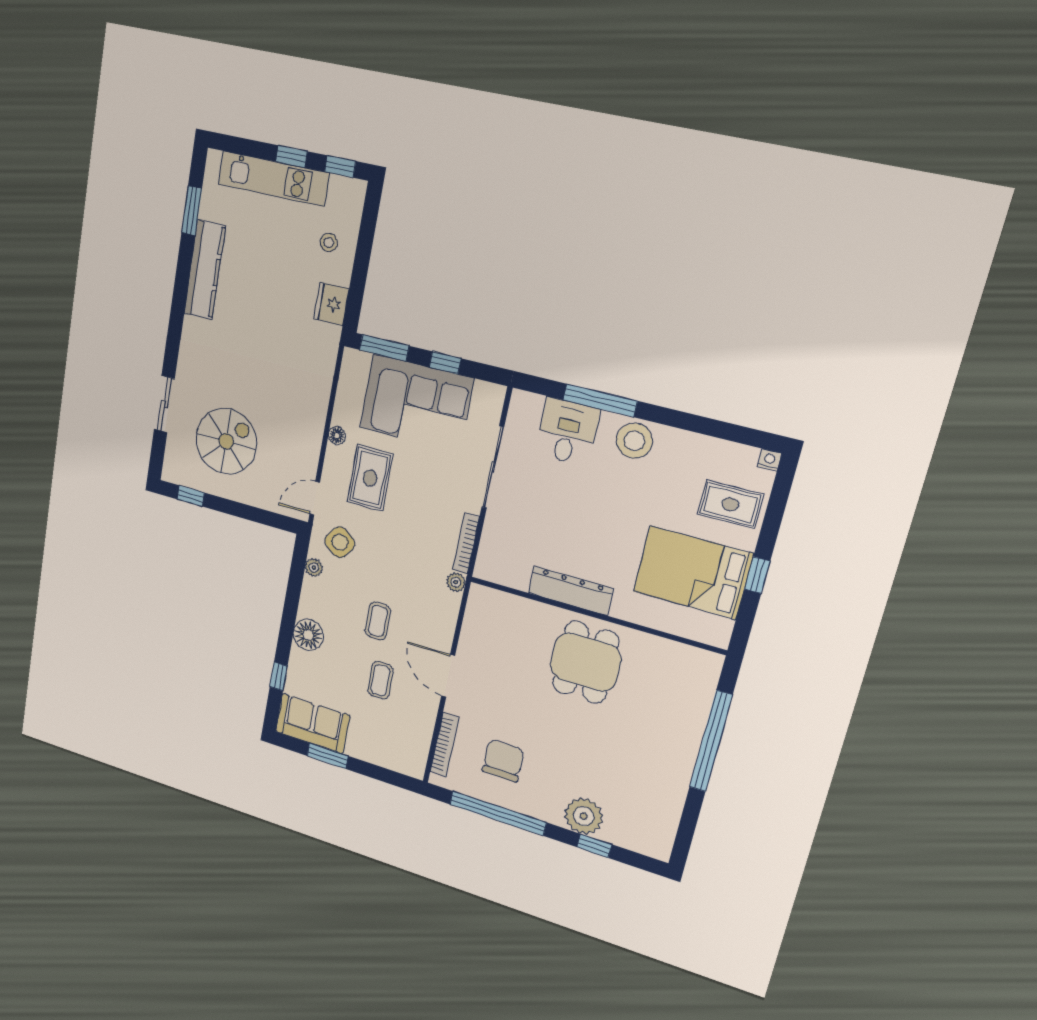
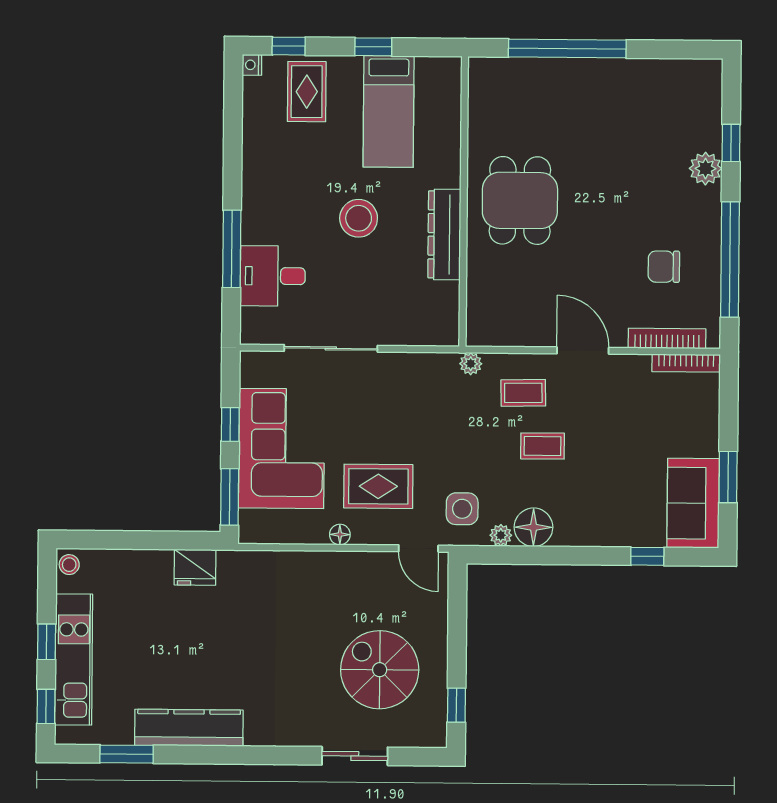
window: (340, 167) -> (46, 706), moved
stool: (329, 242) -> (69, 565), moved
stool: (634, 441) -> (359, 218), moved
window: (779, 499) -> (289, 46), added
side table: (340, 542) -> (462, 509), turned -36
bookcase: (466, 543) -> (686, 363), moved
bed: (693, 573) -> (389, 111), width x0.67
floor lamp: (308, 635) -> (533, 527), moved
dining table: (586, 662) -> (520, 200), turned 90
door: (448, 676) -> (583, 351), swing flipped
coffee table: (380, 680) -> (523, 393), moved
chair: (503, 761) -> (664, 267), width x0.73, depth x0.73
plant: (584, 816) -> (705, 169), width x0.73, depth x0.73

